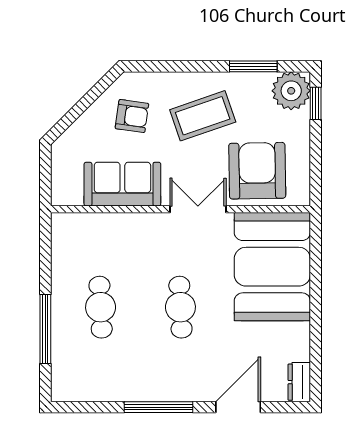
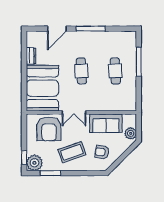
plant: (64, 160) -> (131, 133), added
dresser: (299, 382) -> (31, 56), moved

